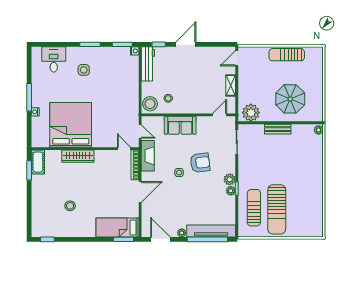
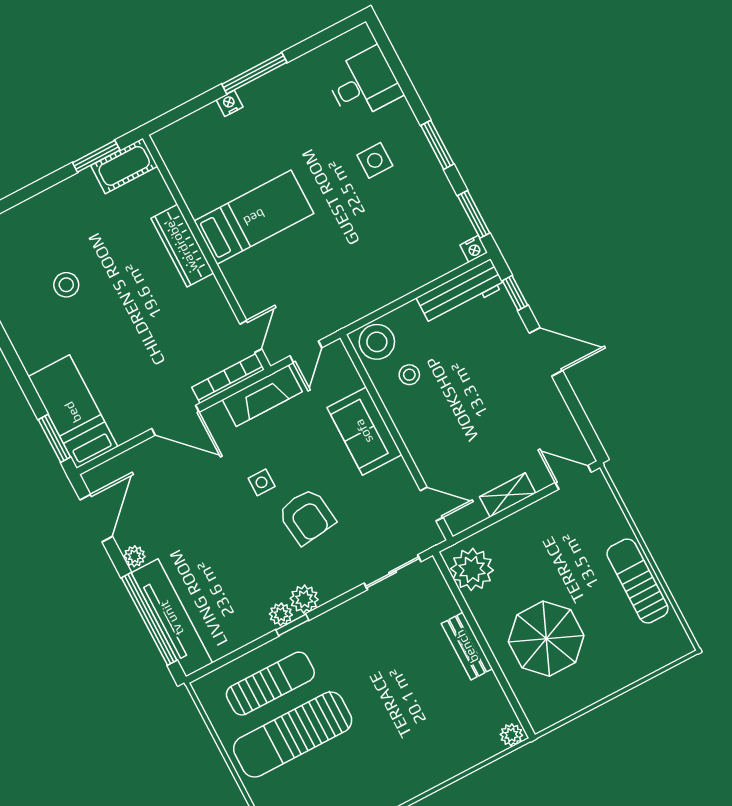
bed: (71, 125) -> (254, 217), width x0.49

